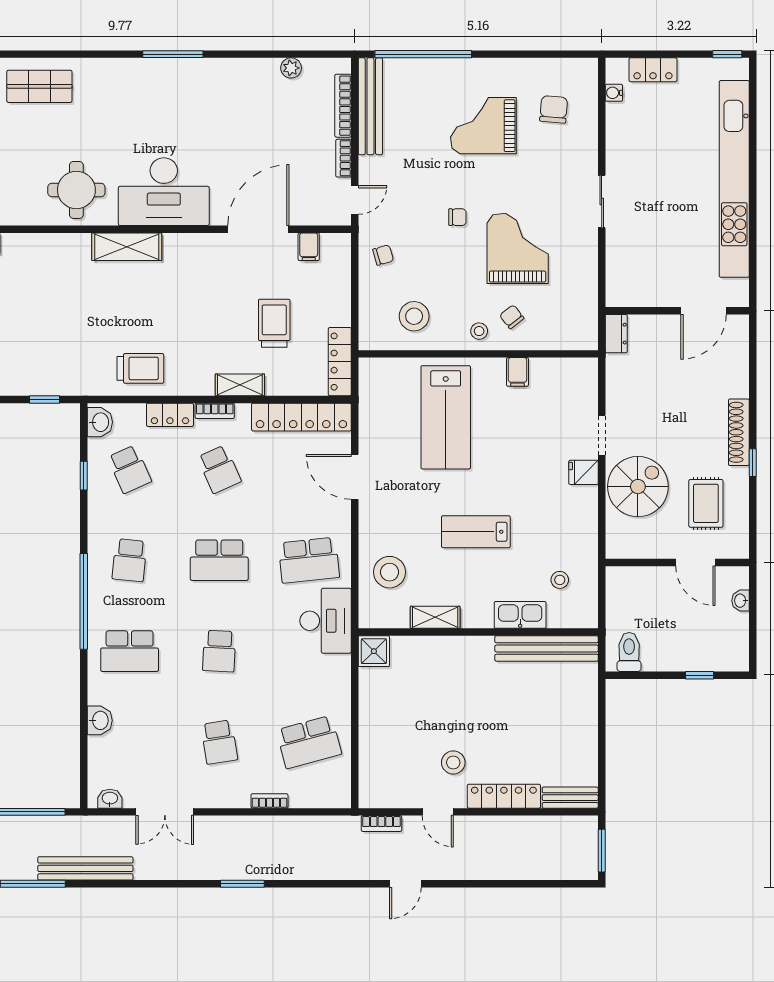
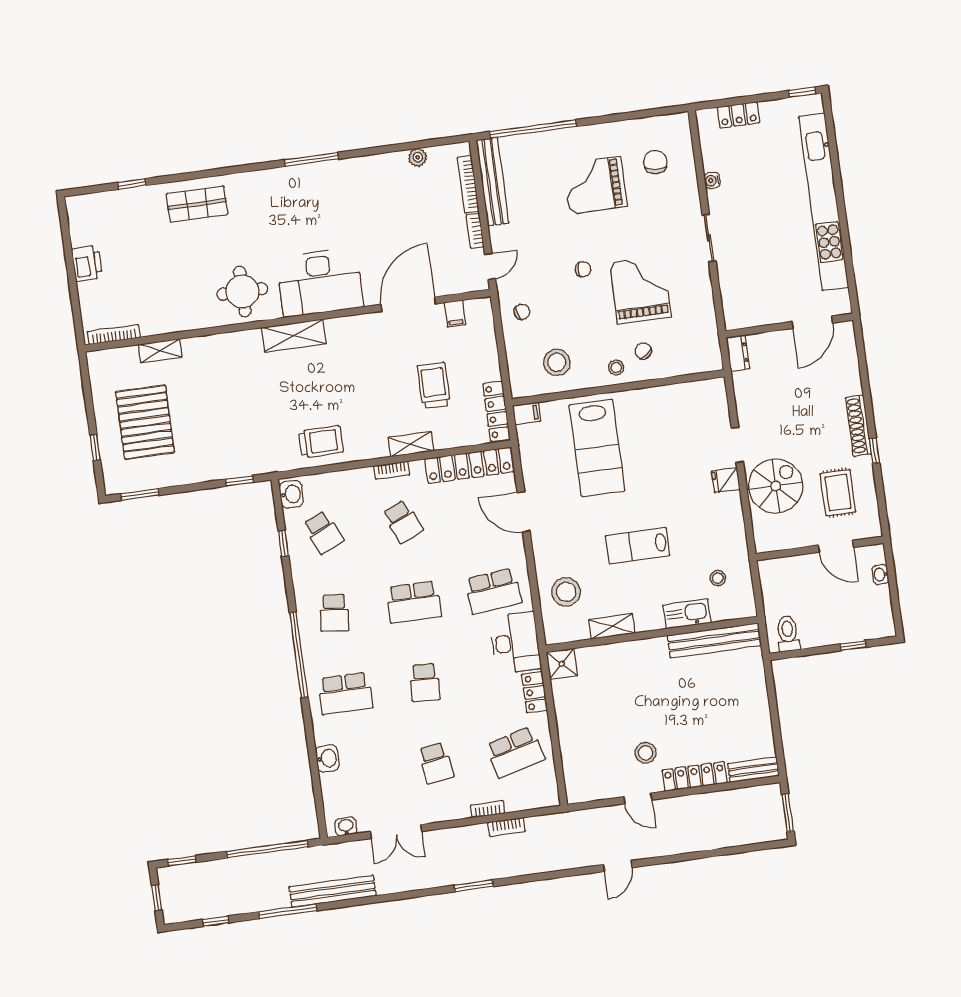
water cooler: (614, 93) -> (712, 180), moved
filing cabinet: (517, 372) -> (526, 413), moved, turned -90
locker: (170, 415) -> (534, 692), moved, turned 90
bookcase: (381, 824) -> (507, 827), moved

